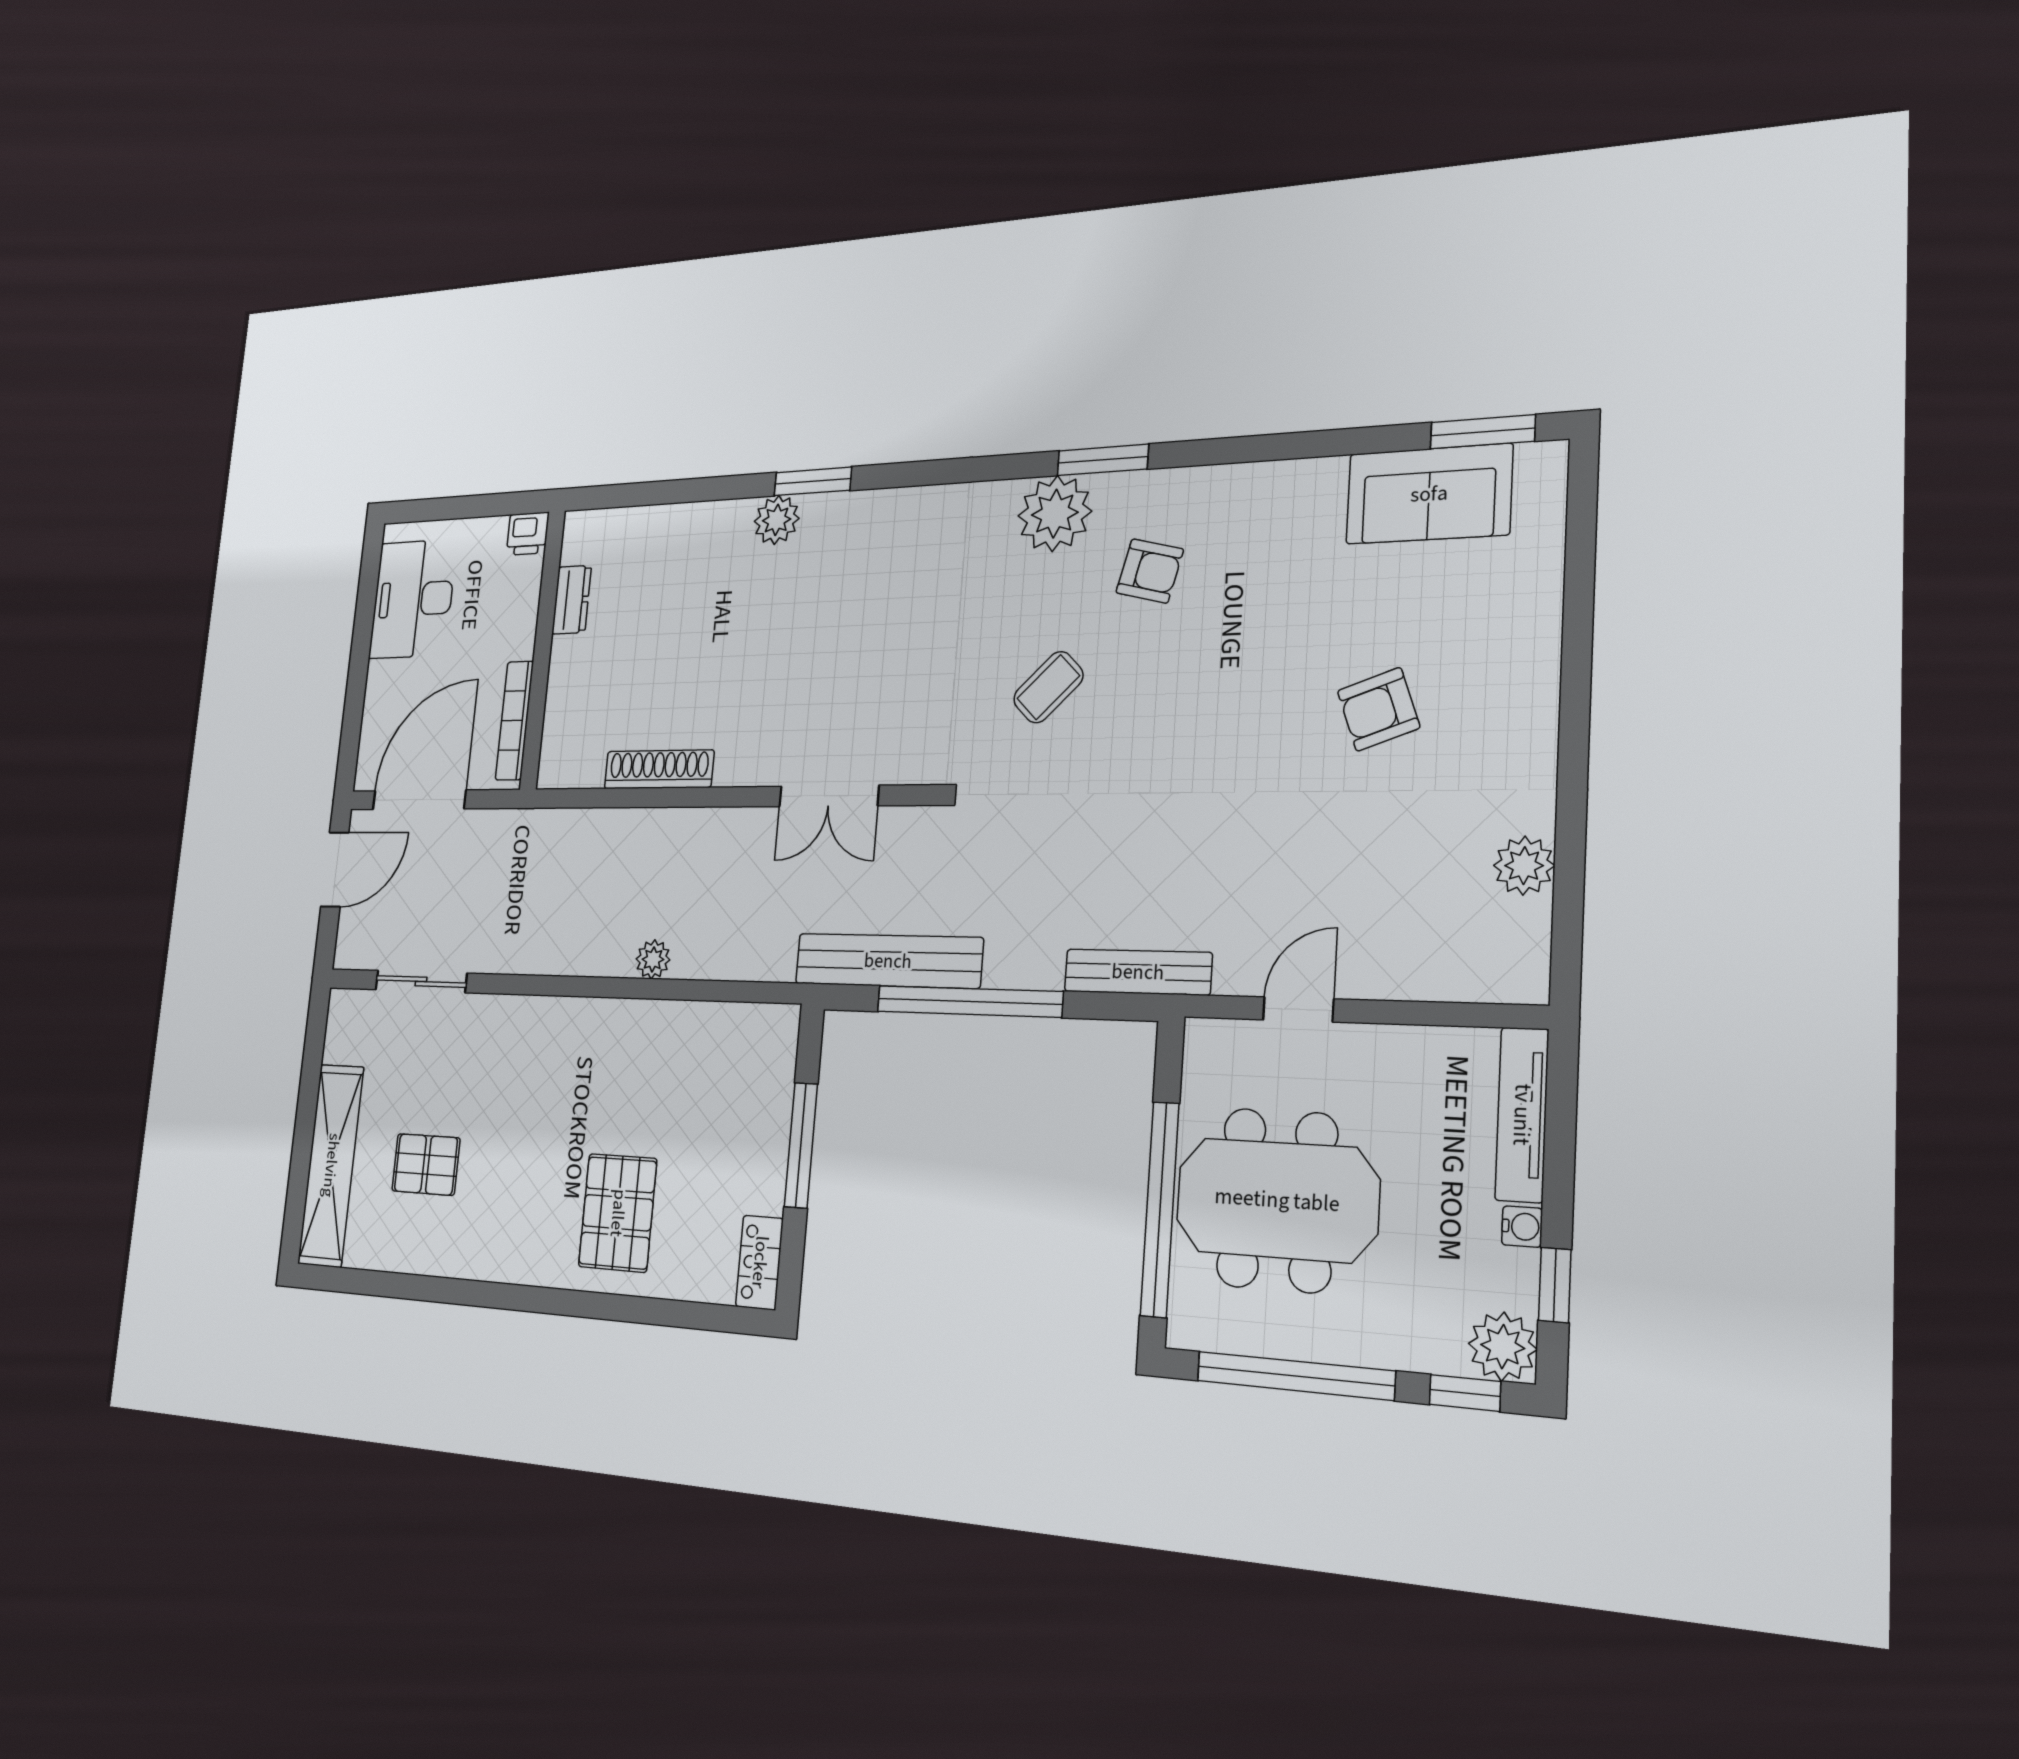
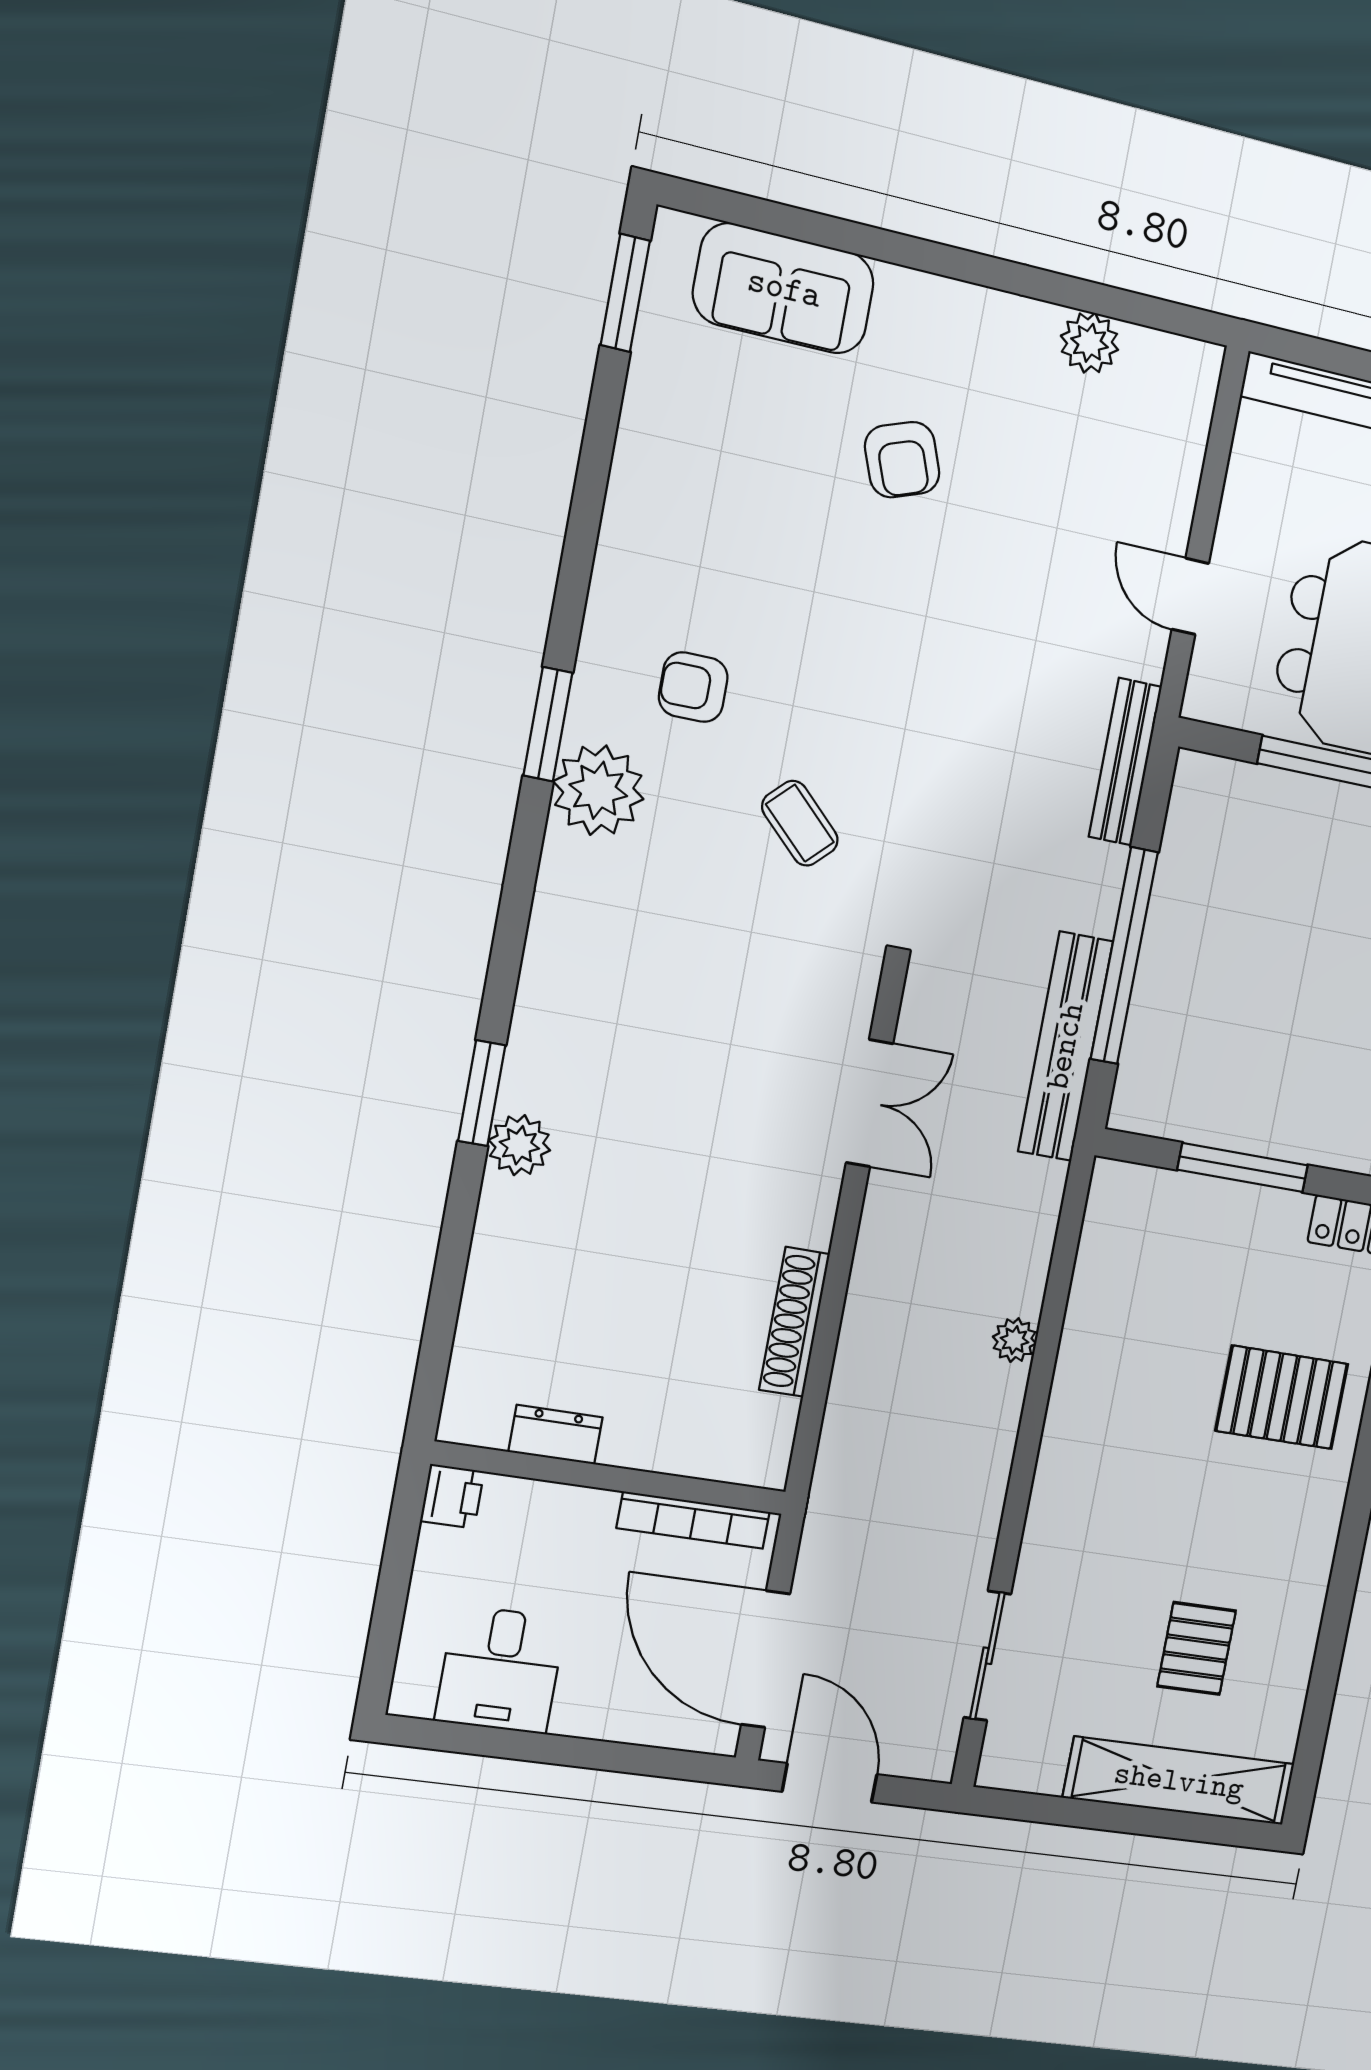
sofa: (1429, 494) -> (784, 288), moved, turned 90
armchair: (1150, 571) -> (693, 687), turned -104
desk: (413, 599) -> (500, 1670), width x0.73

